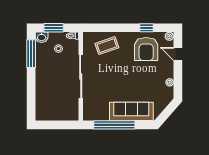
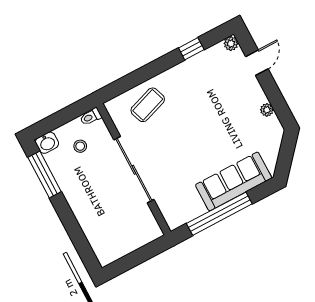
window: (54, 28) -> (57, 120), removed
armchair: (146, 49) -> (207, 80), removed
door: (178, 54) -> (257, 63), swing flipped

